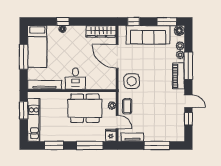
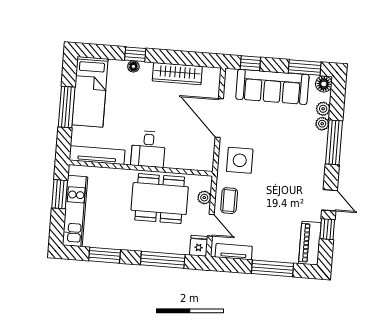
wardrobe: (101, 31) -> (177, 74), moved
piano: (178, 76) -> (310, 243), moved

